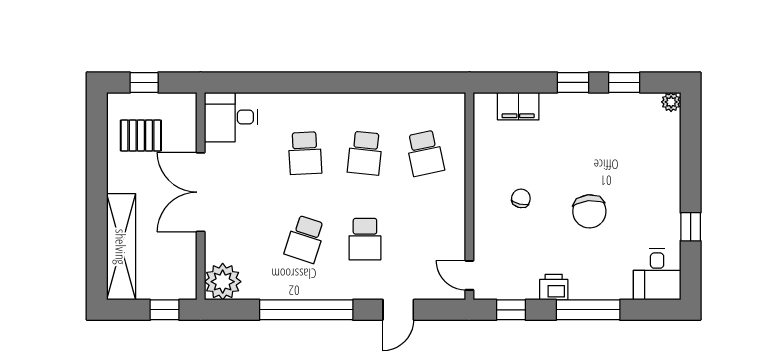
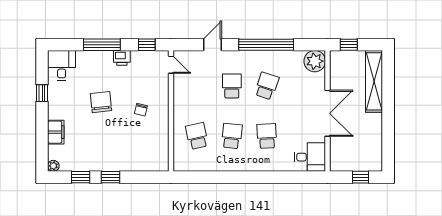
filing cabinet: (518, 106) -> (56, 132), moved, turned 90
pallet: (141, 136) -> (362, 146), removed

